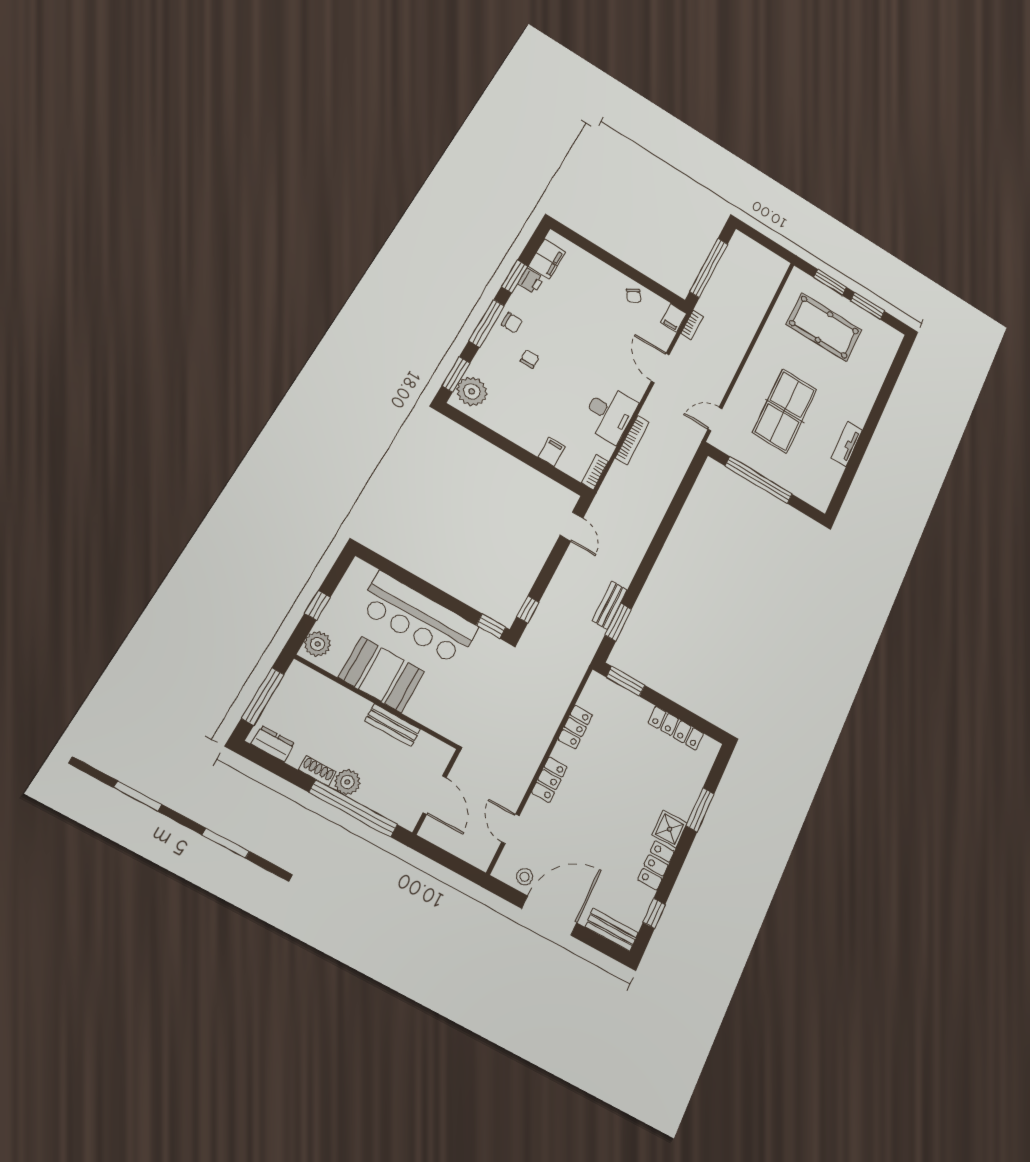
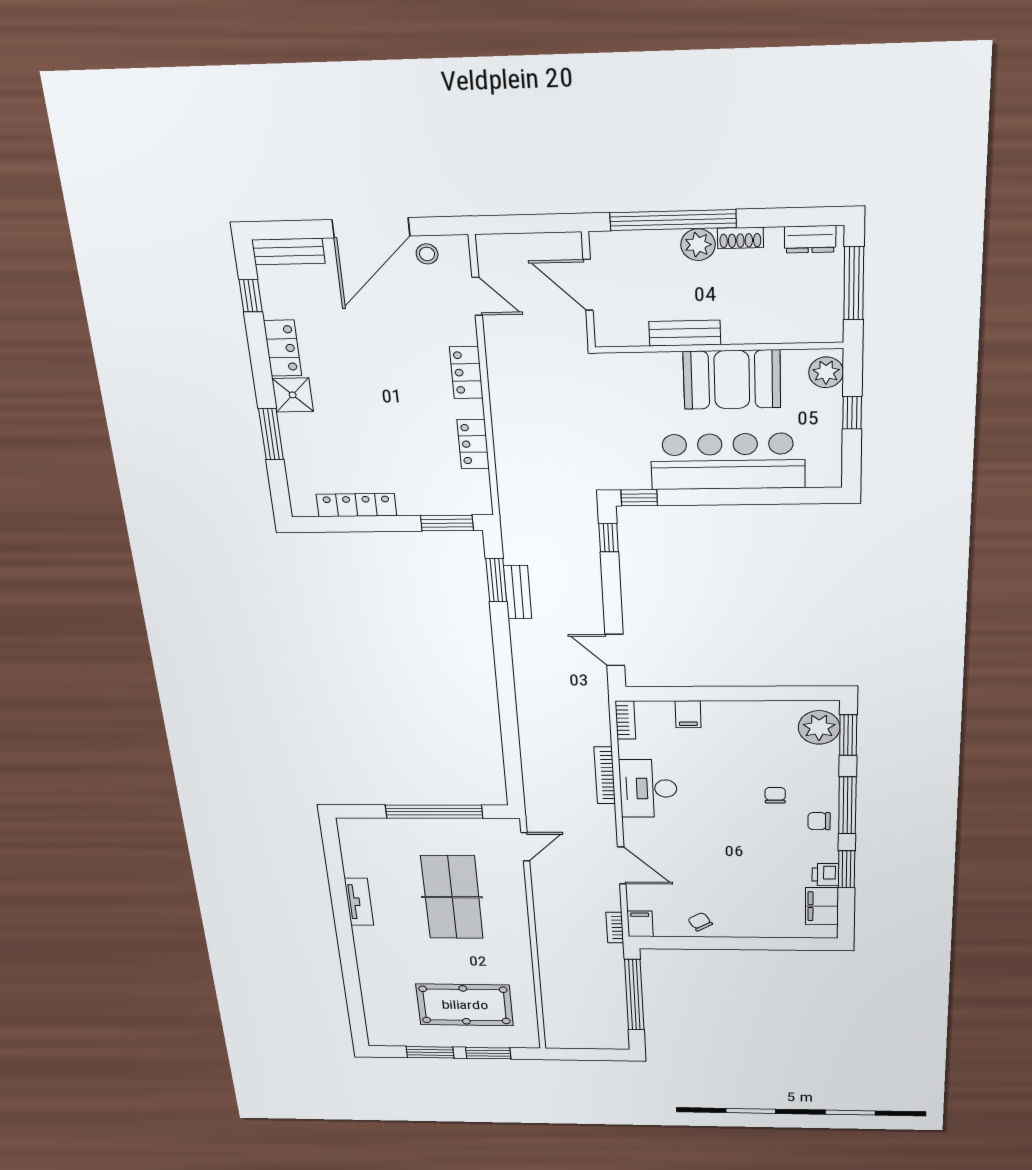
chair: (530, 359) -> (775, 795), turned 180

